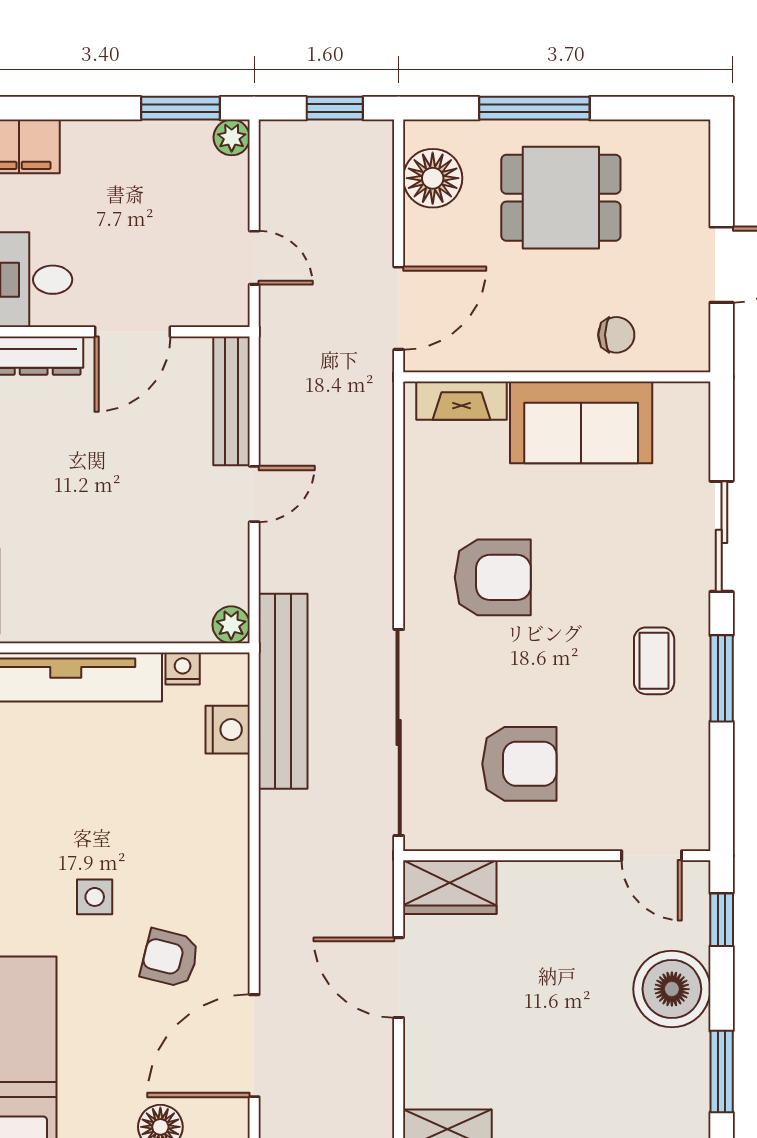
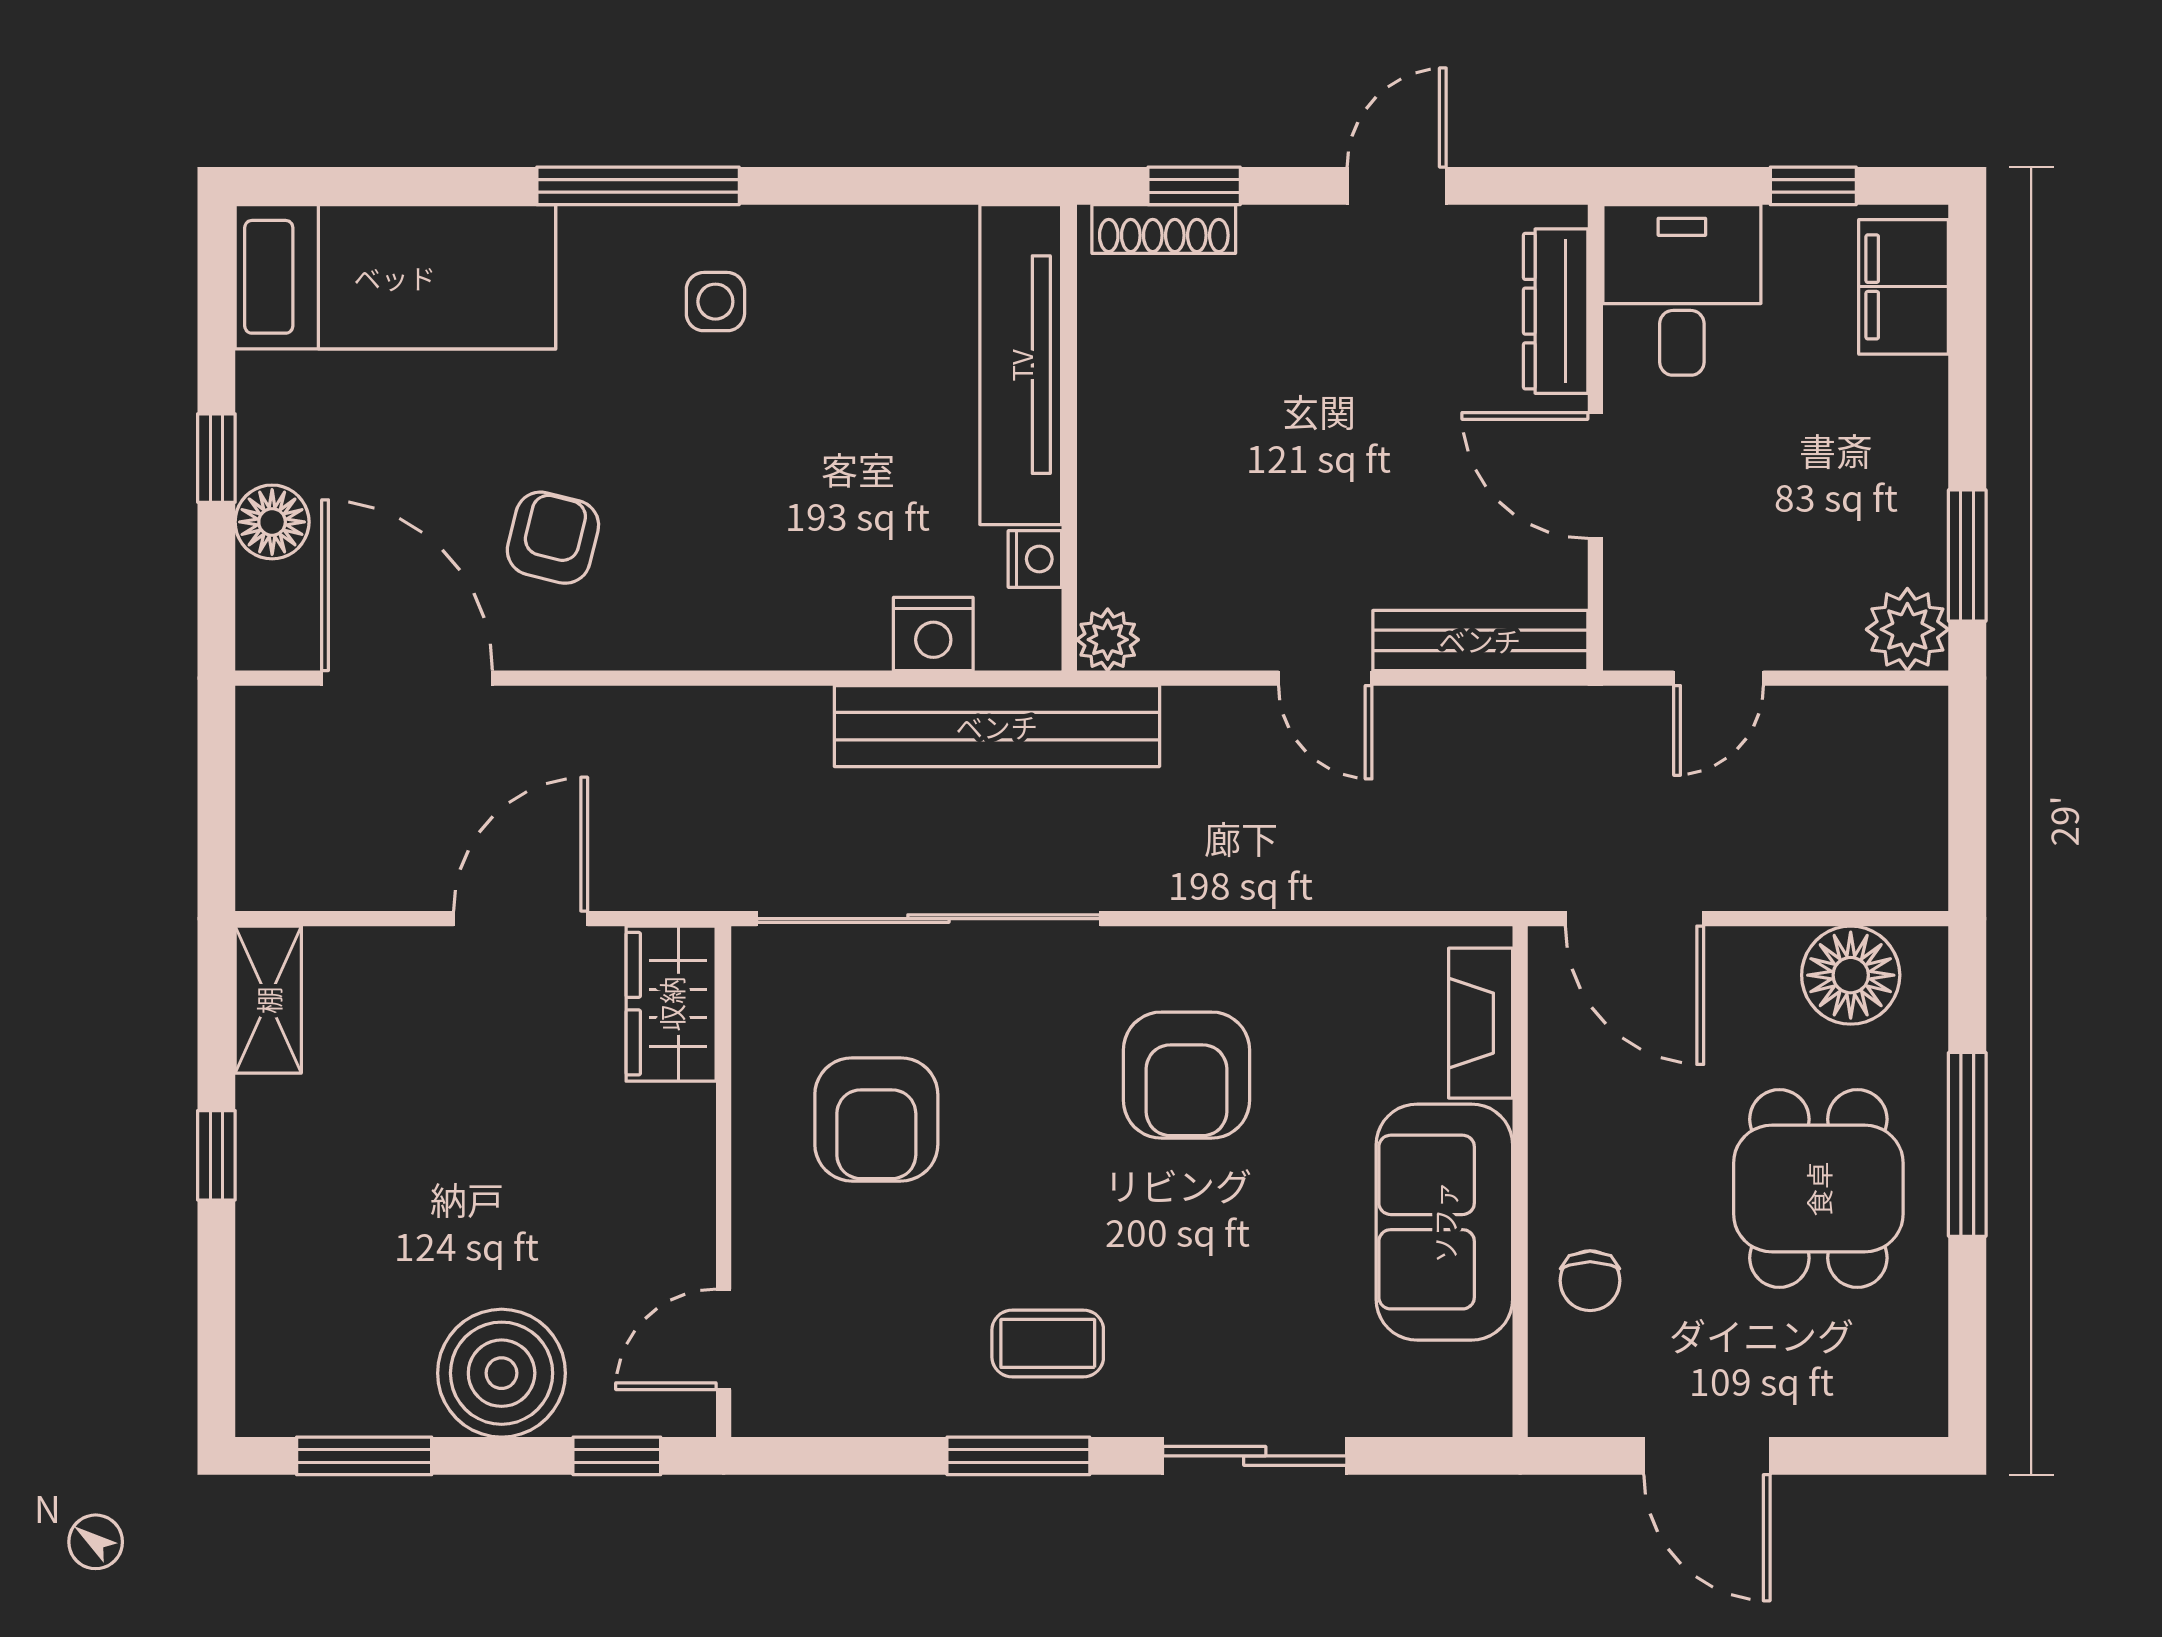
window: (335, 108) -> (1967, 812), removed
plant: (232, 137) -> (1907, 629), width x1.38, depth x1.38
side table: (95, 897) -> (715, 302), moved

